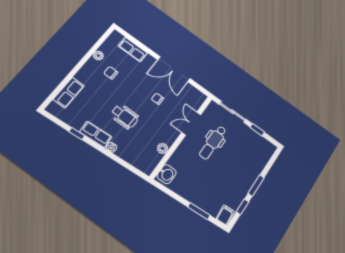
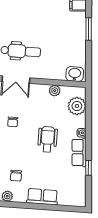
row of seats: (69, 93) -> (42, 197), moved
plant: (137, 158) -> (77, 106), added

